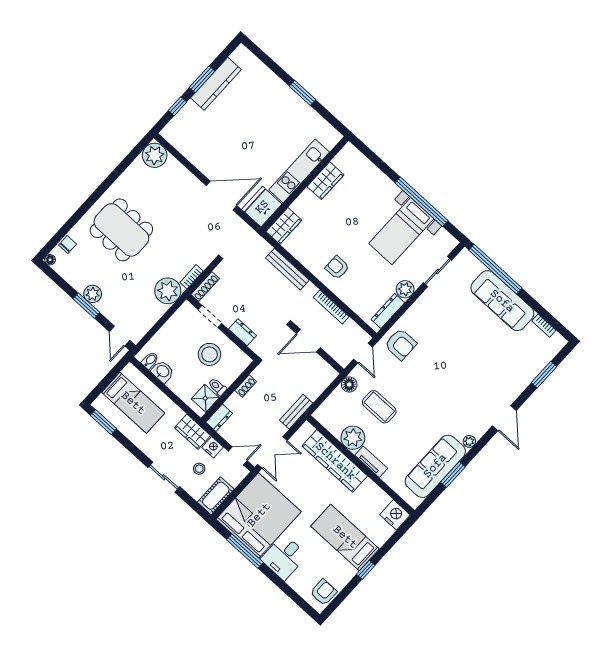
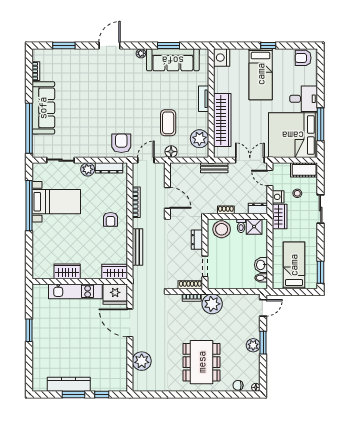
plant: (155, 155) -> (142, 361), moved
stool: (209, 354) -> (222, 229), moved
plant: (353, 438) -> (199, 139), moved

